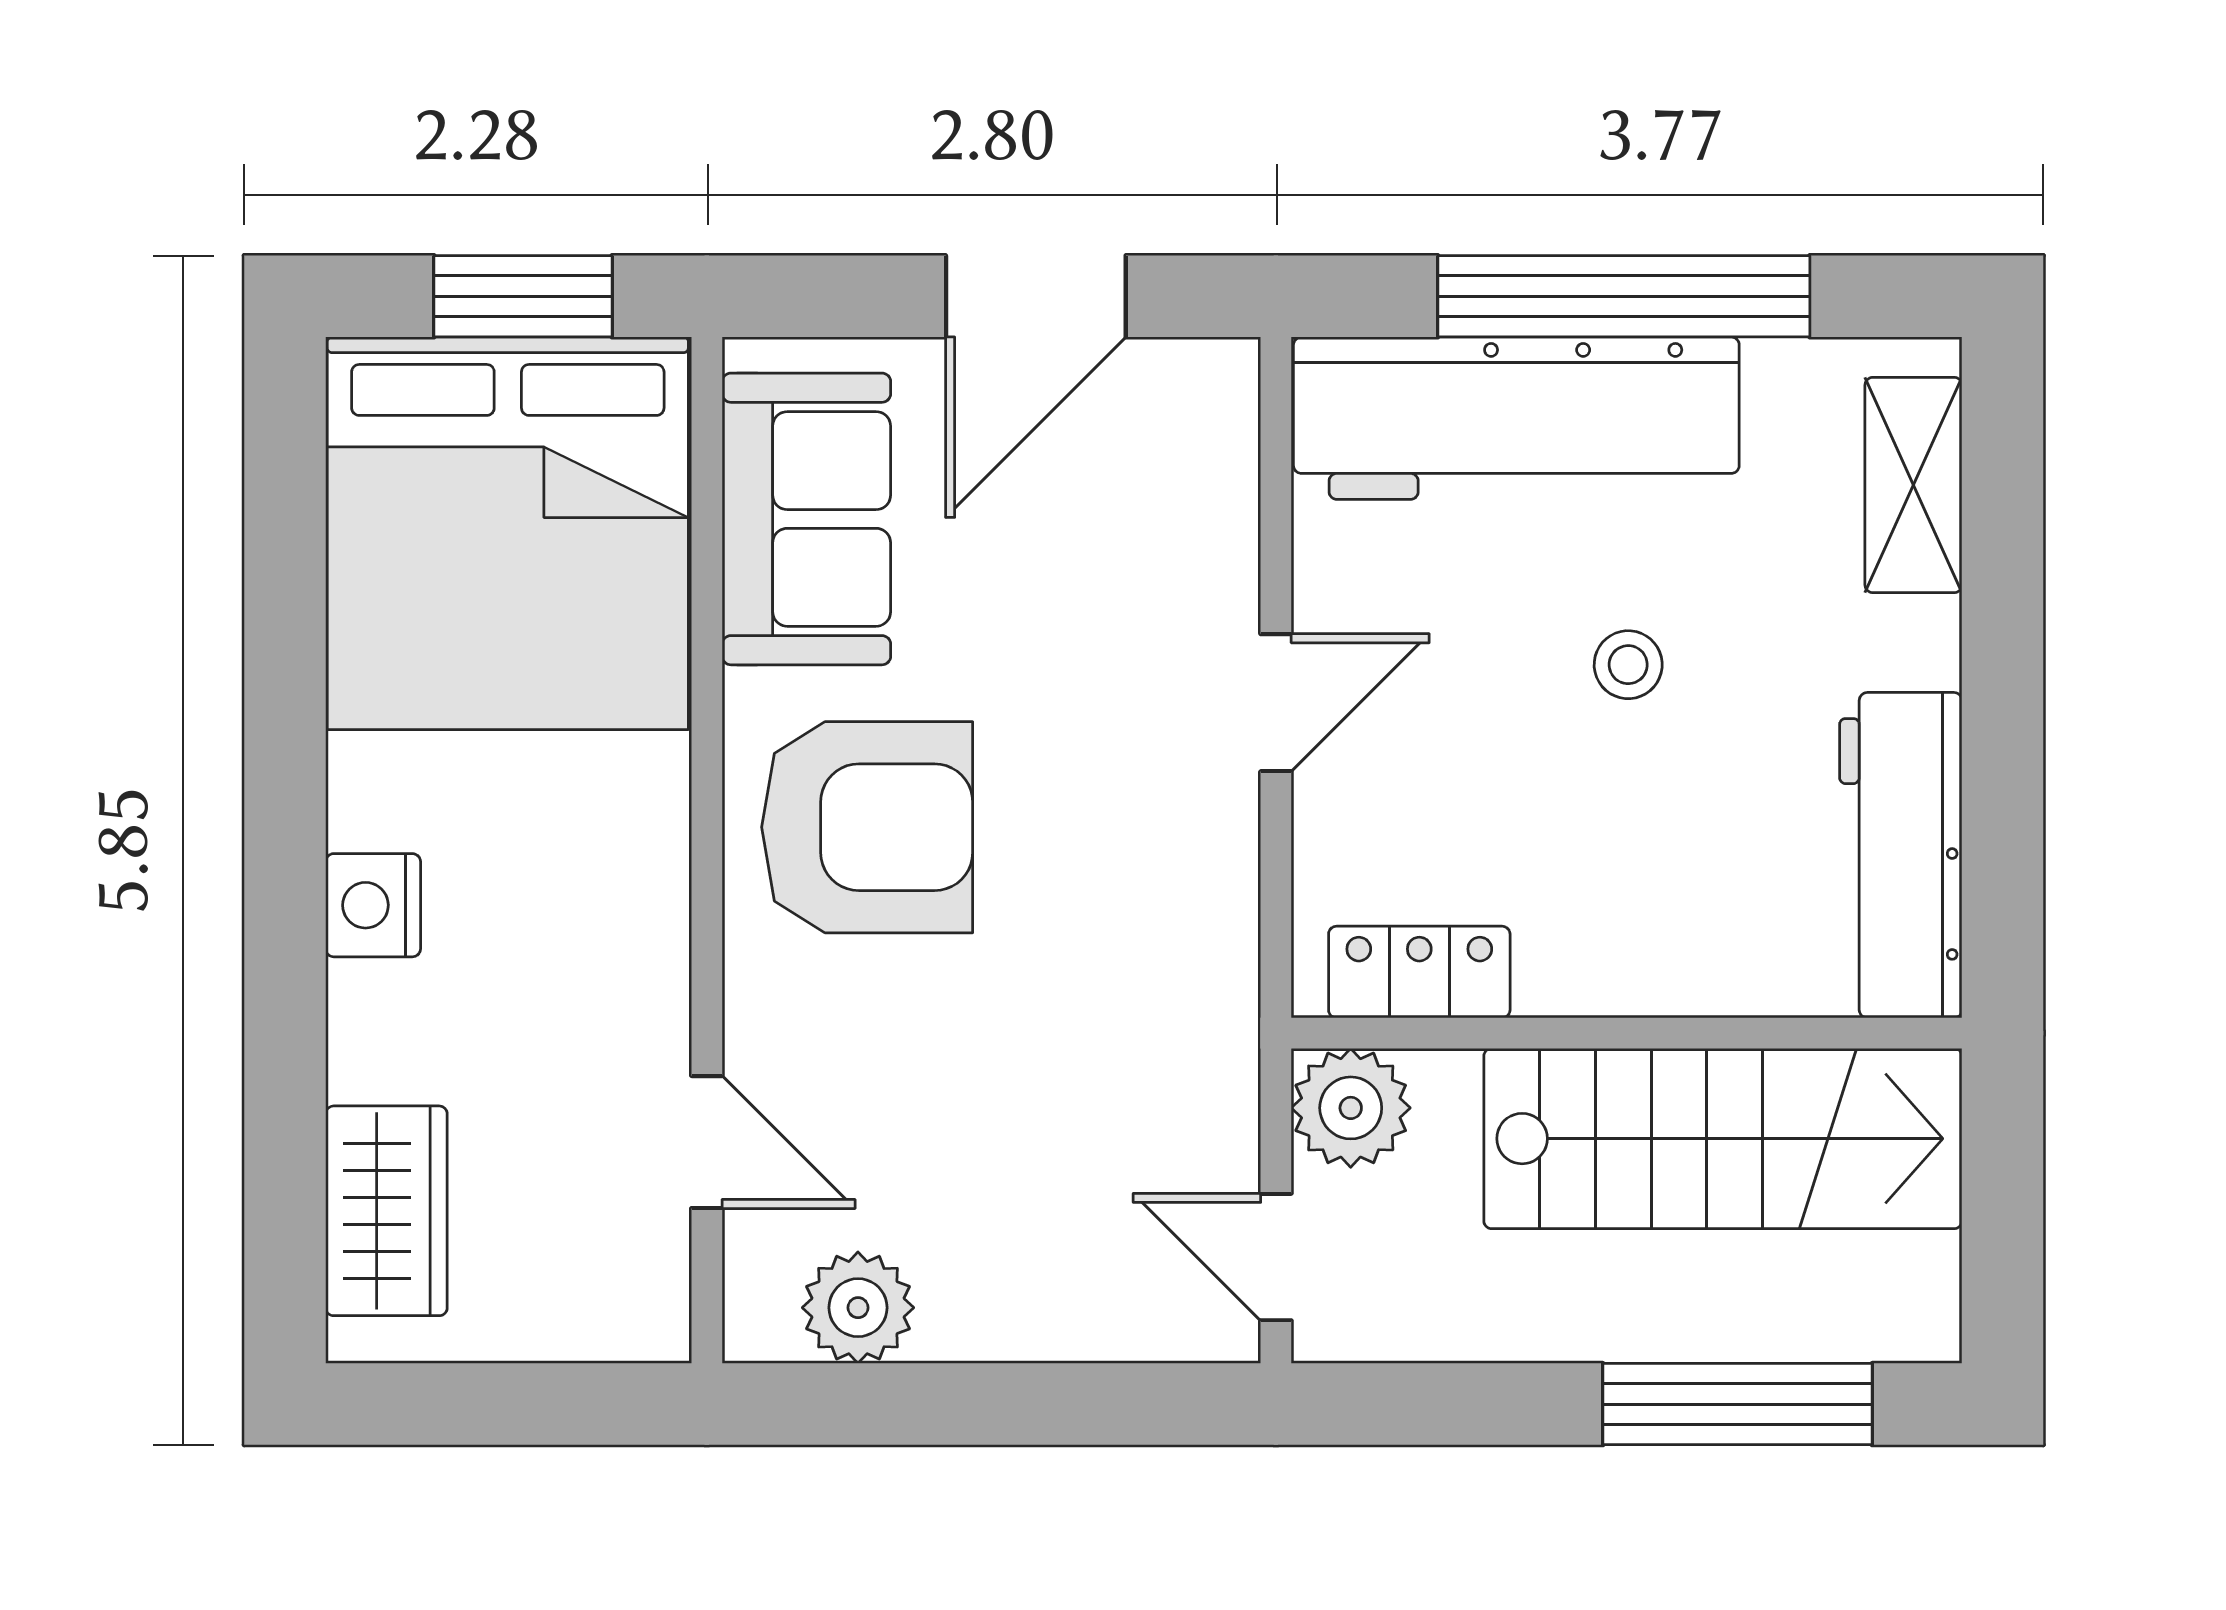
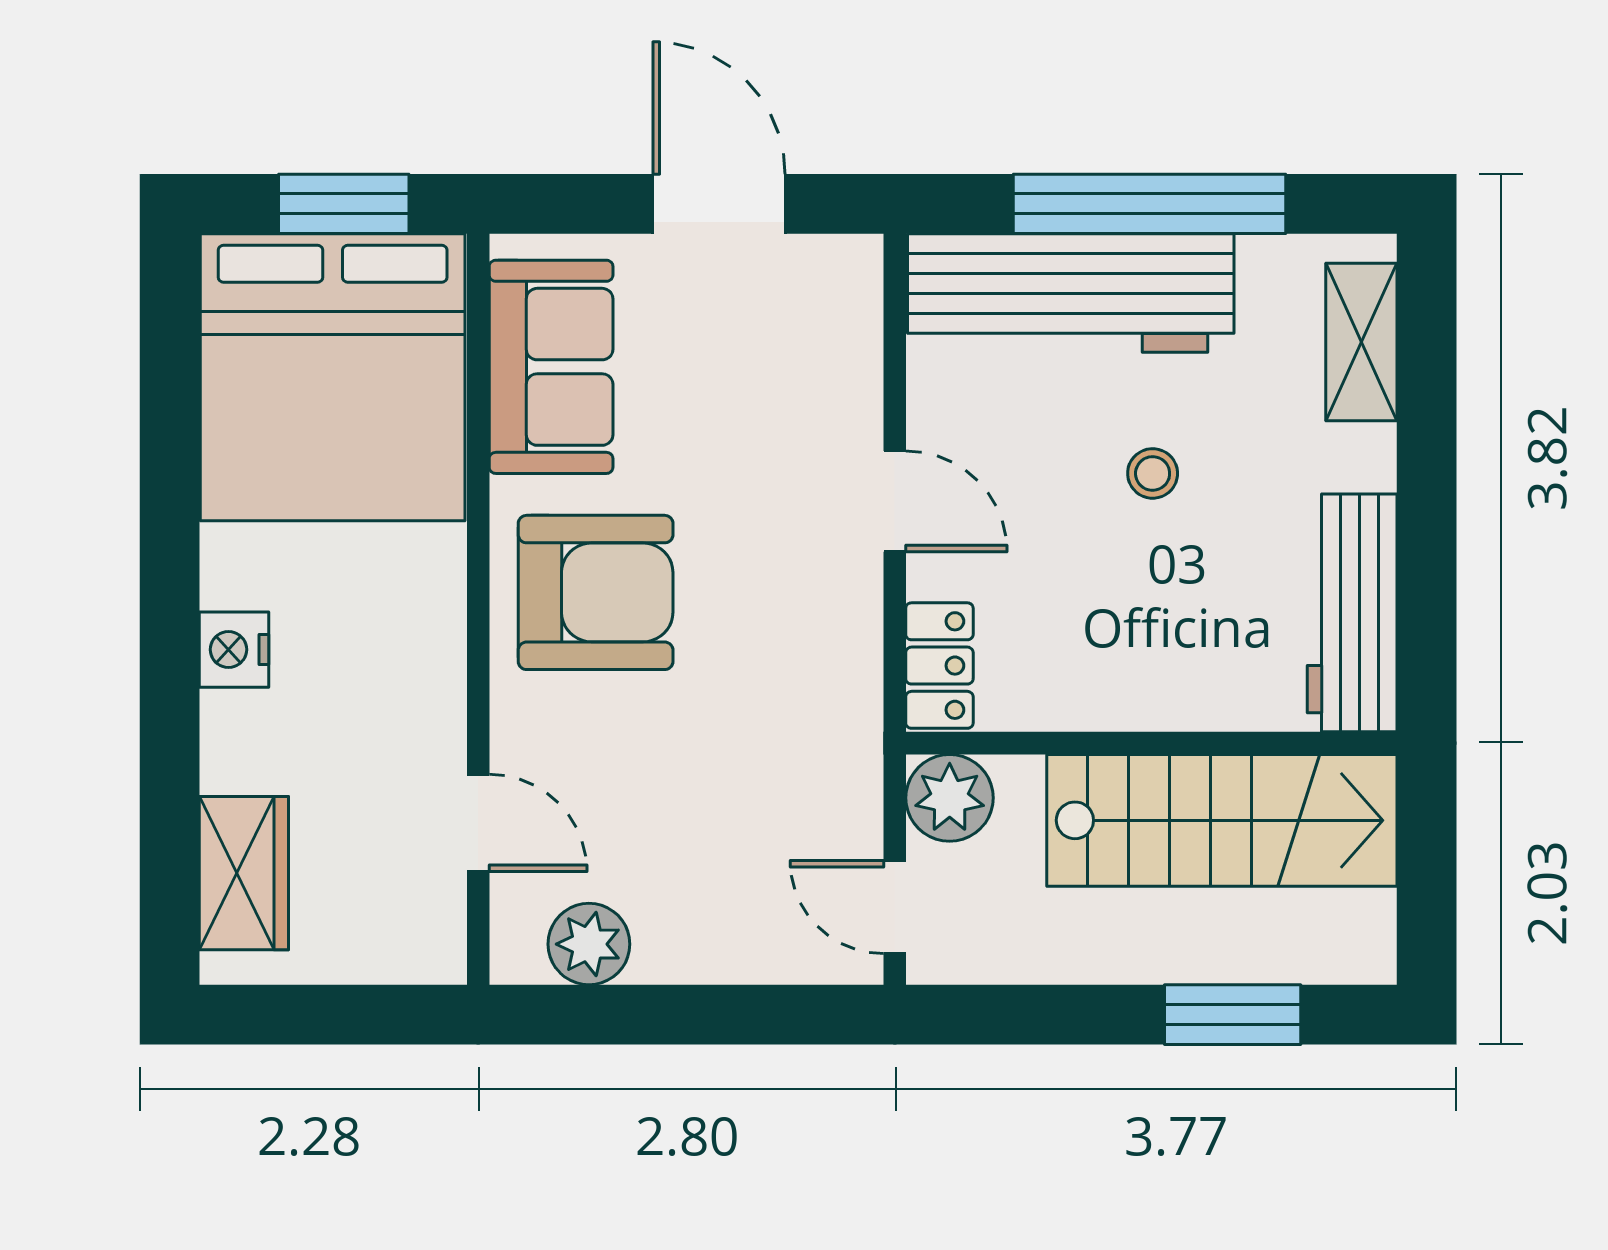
door: (1036, 296) -> (719, 204), swing flipped
door: (1276, 703) -> (895, 501), hinge flipped
locker: (1419, 972) -> (939, 666), moved, turned 90
window: (1738, 1404) -> (1233, 1015), width x0.69

